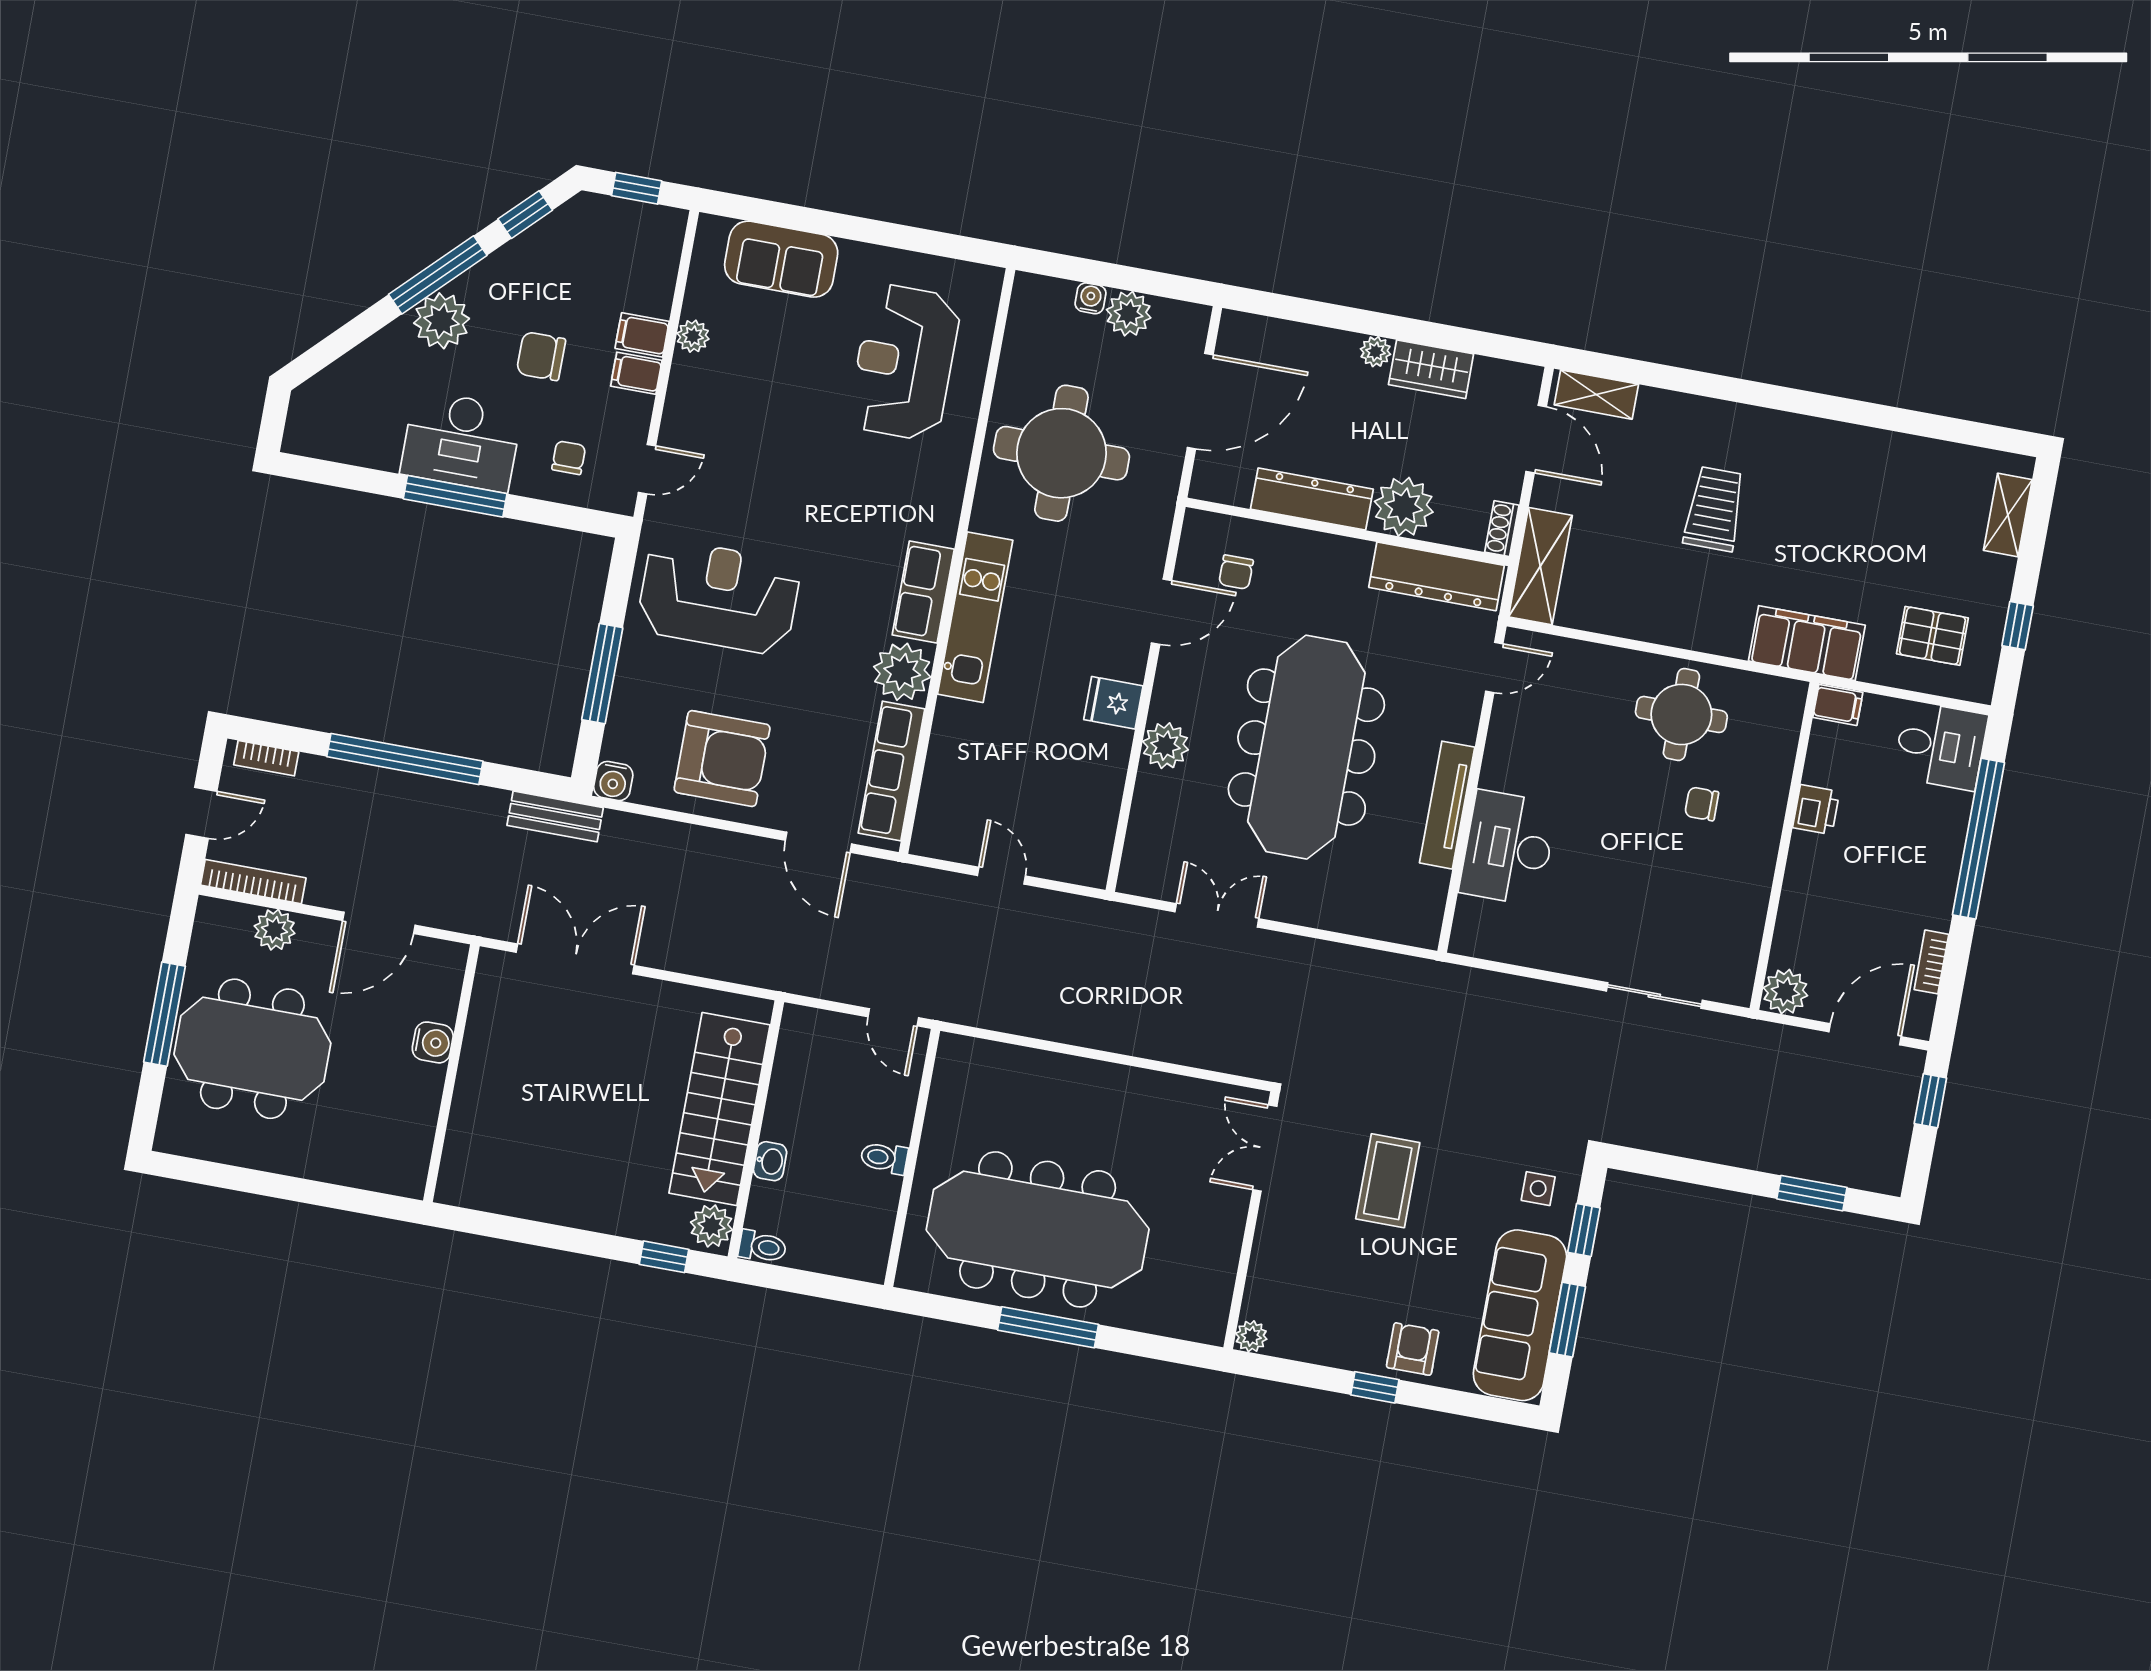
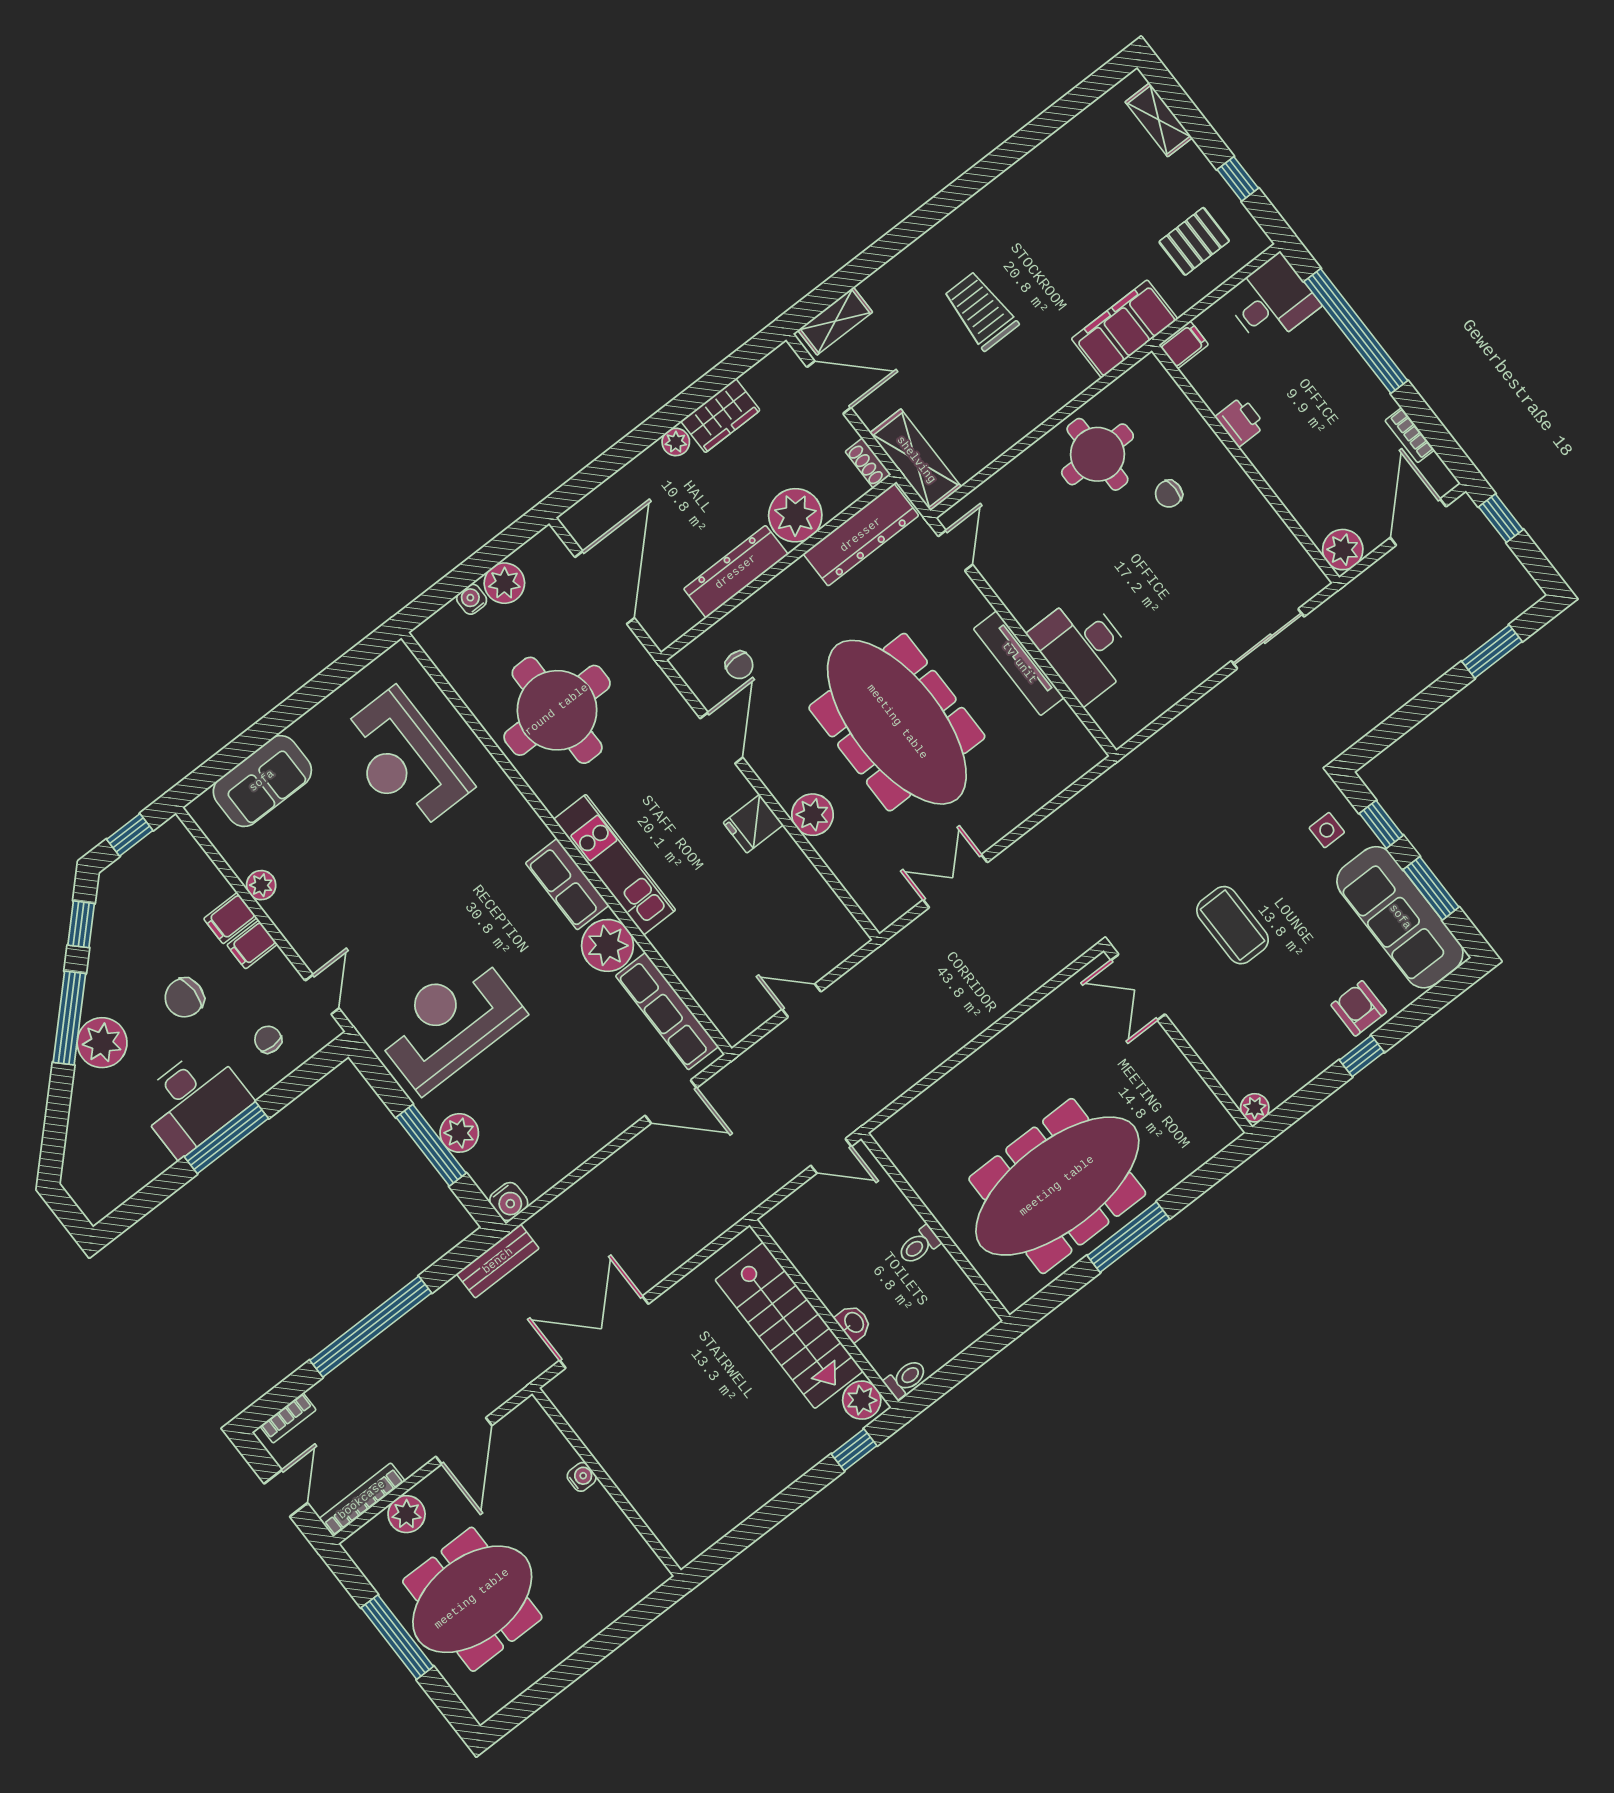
plant: (634, 688) -> (459, 1133), added
armchair: (722, 759) -> (558, 1116), removed
water cooler: (433, 1042) -> (582, 1477), width x0.72, depth x0.72

